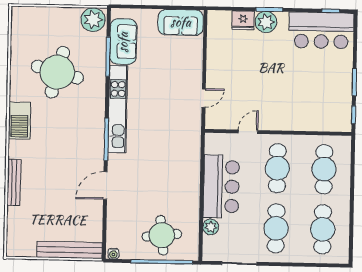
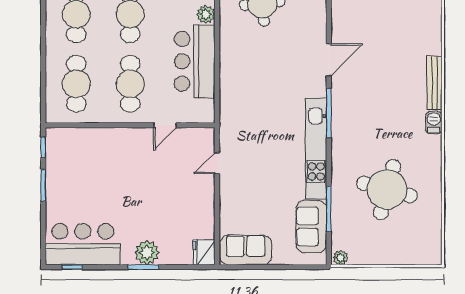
plant: (93, 20) -> (340, 258), width x0.53, depth x0.53
fridge: (243, 20) -> (204, 252), moved, turned -90
barbecue: (20, 121) -> (434, 123), width x0.53, depth x0.65
bench: (14, 182) -> (434, 83), moved

